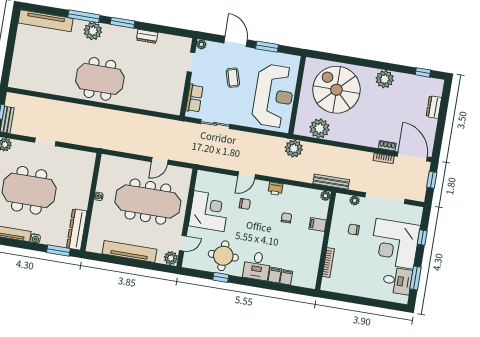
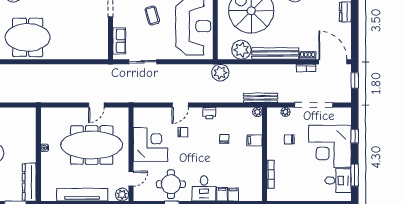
bench: (354, 138) -> (275, 53), added

